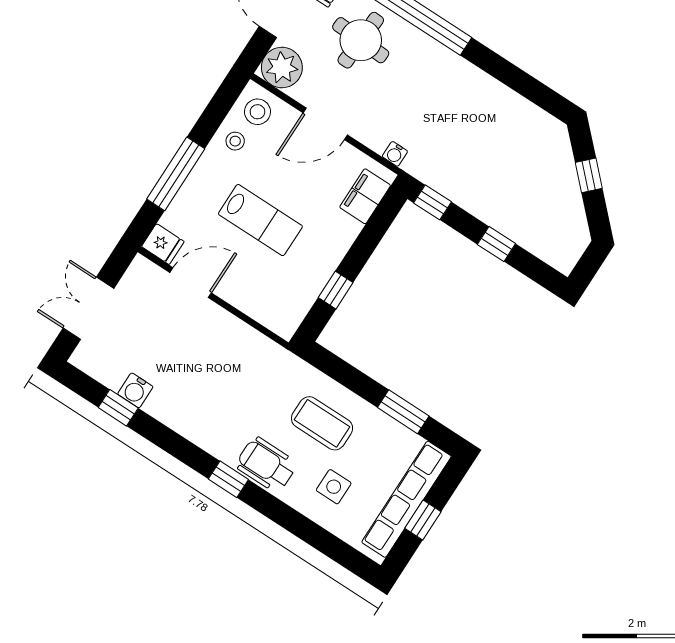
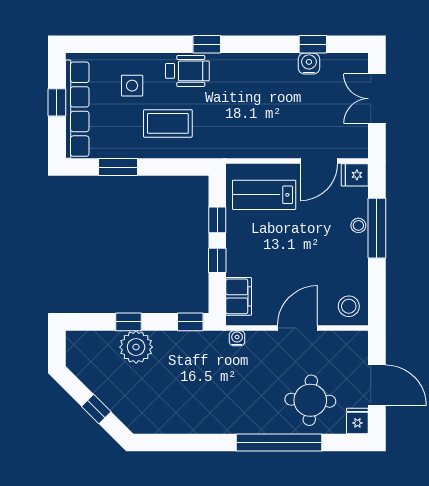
plant: (282, 68) -> (136, 347), moved
stool: (235, 141) -> (358, 225), moved
lab bench: (260, 220) -> (264, 195), moved
window: (363, 248) -> (217, 260), added
double door: (88, 308) -> (377, 99), swing flipped

